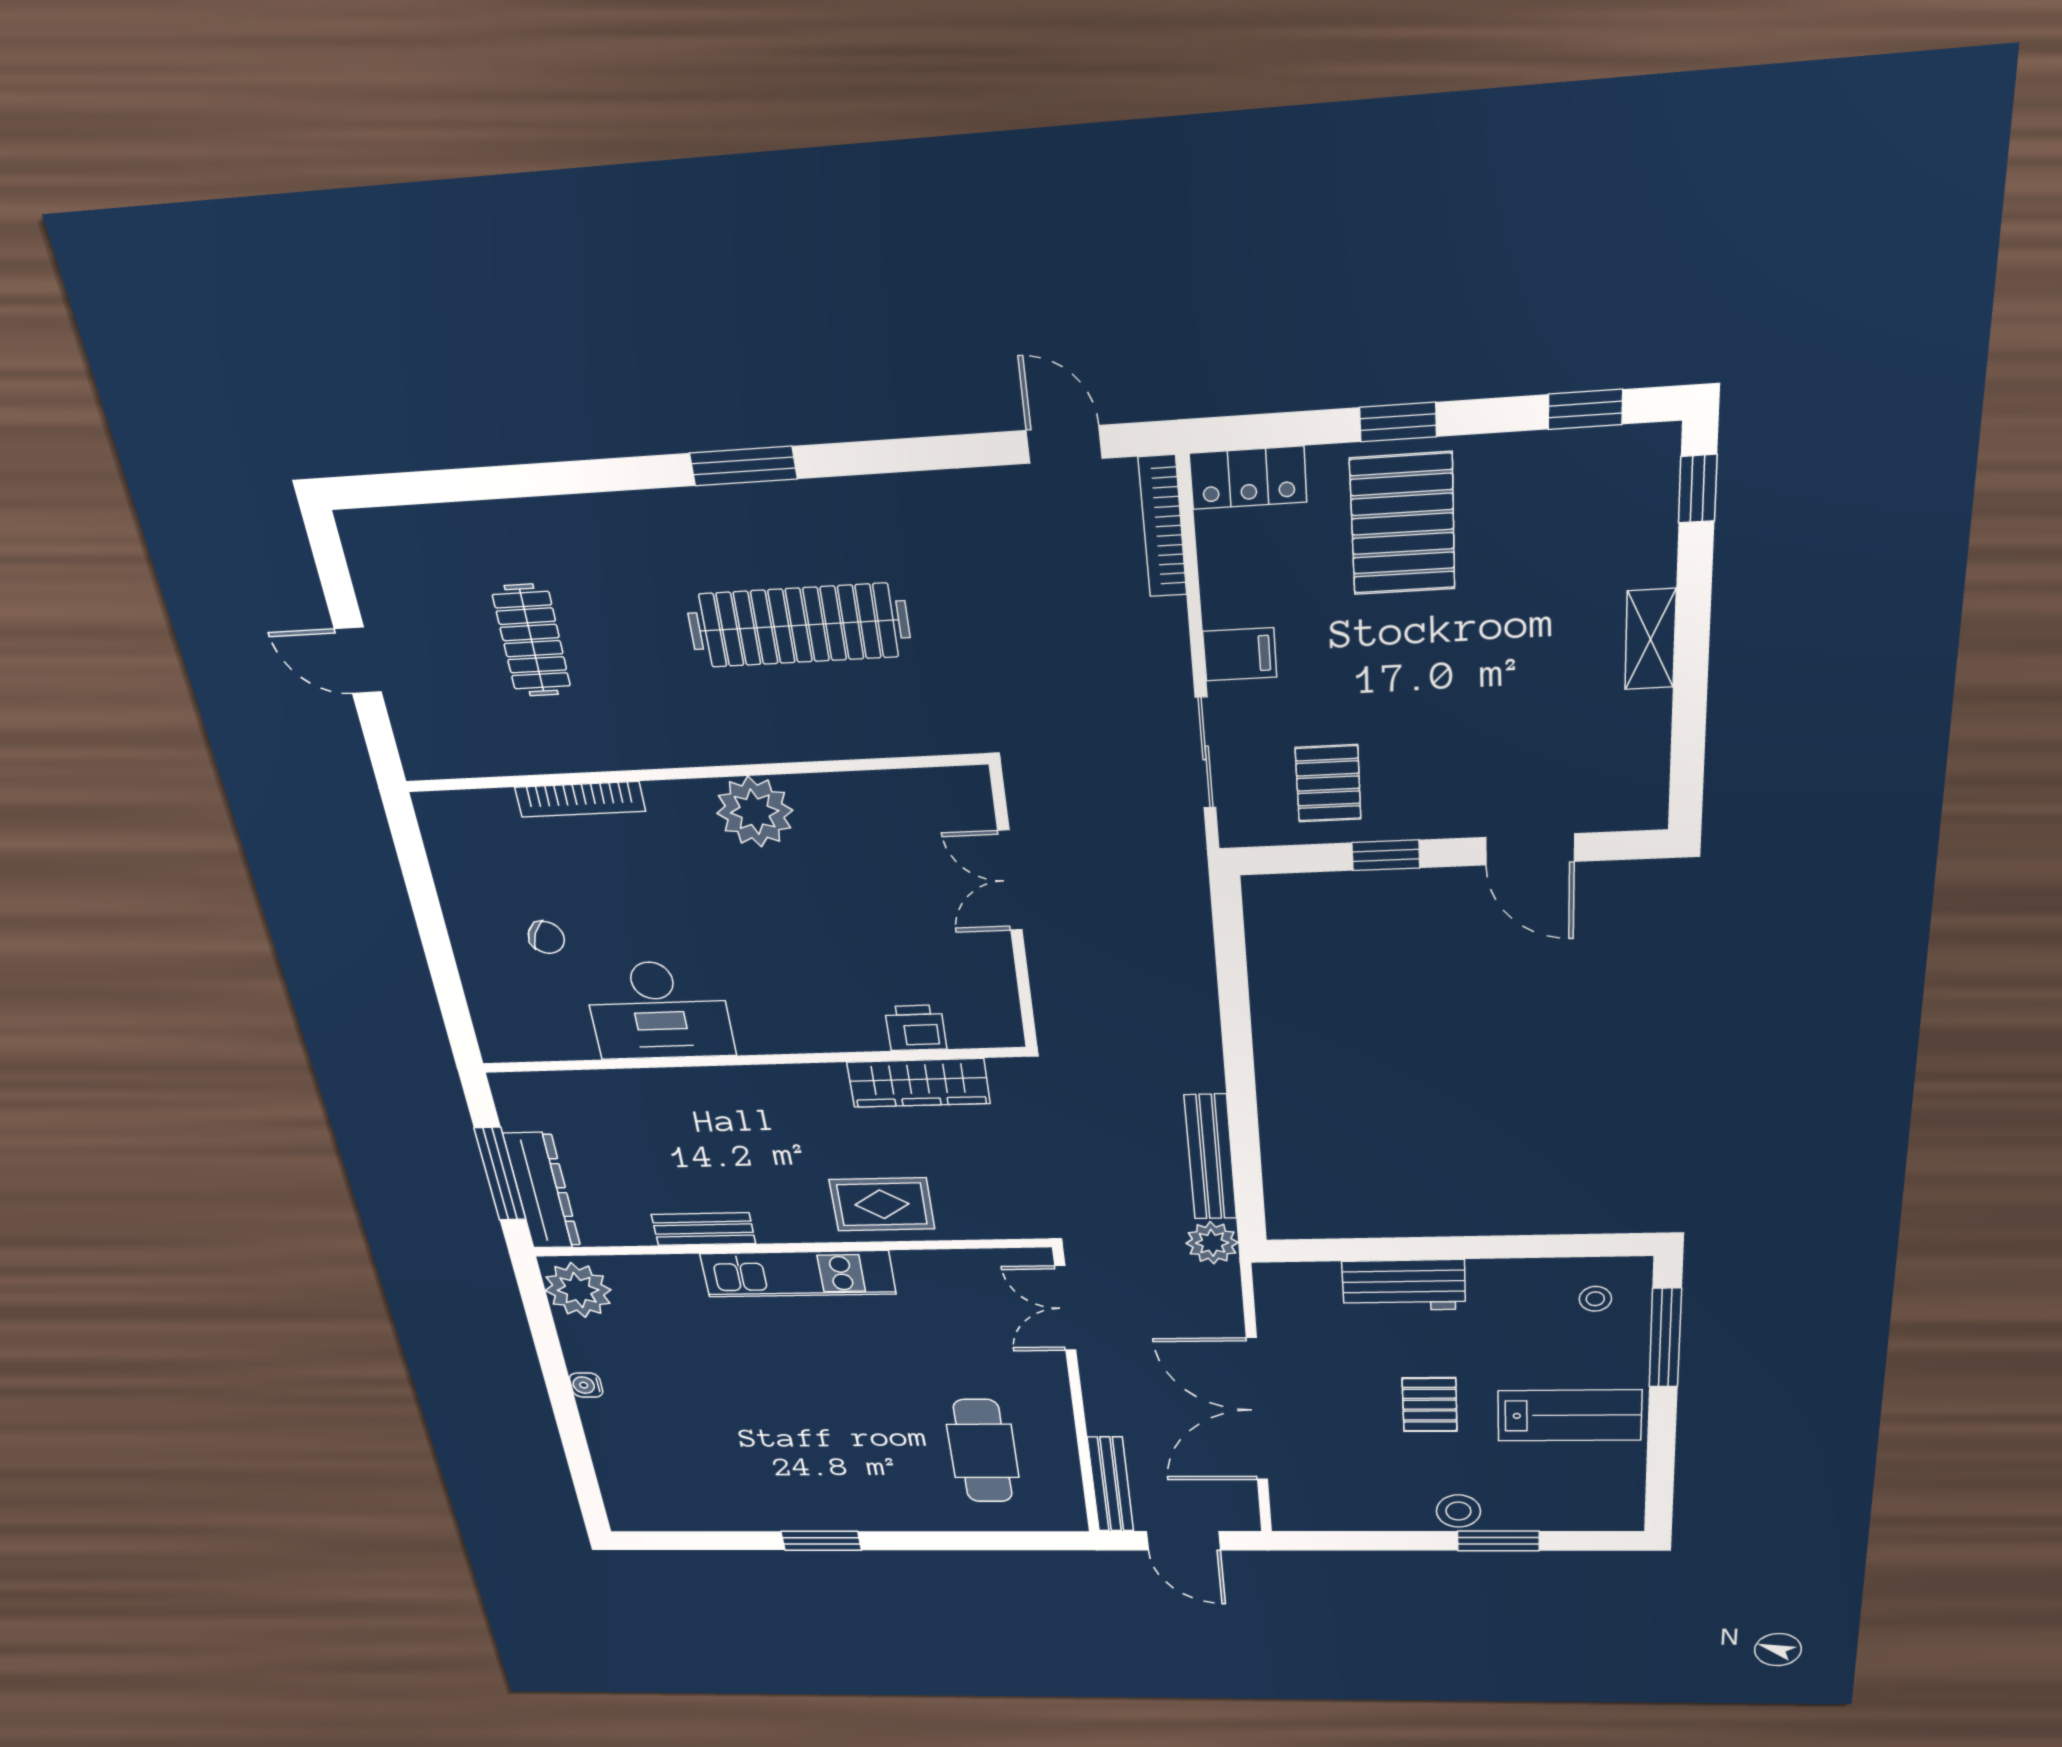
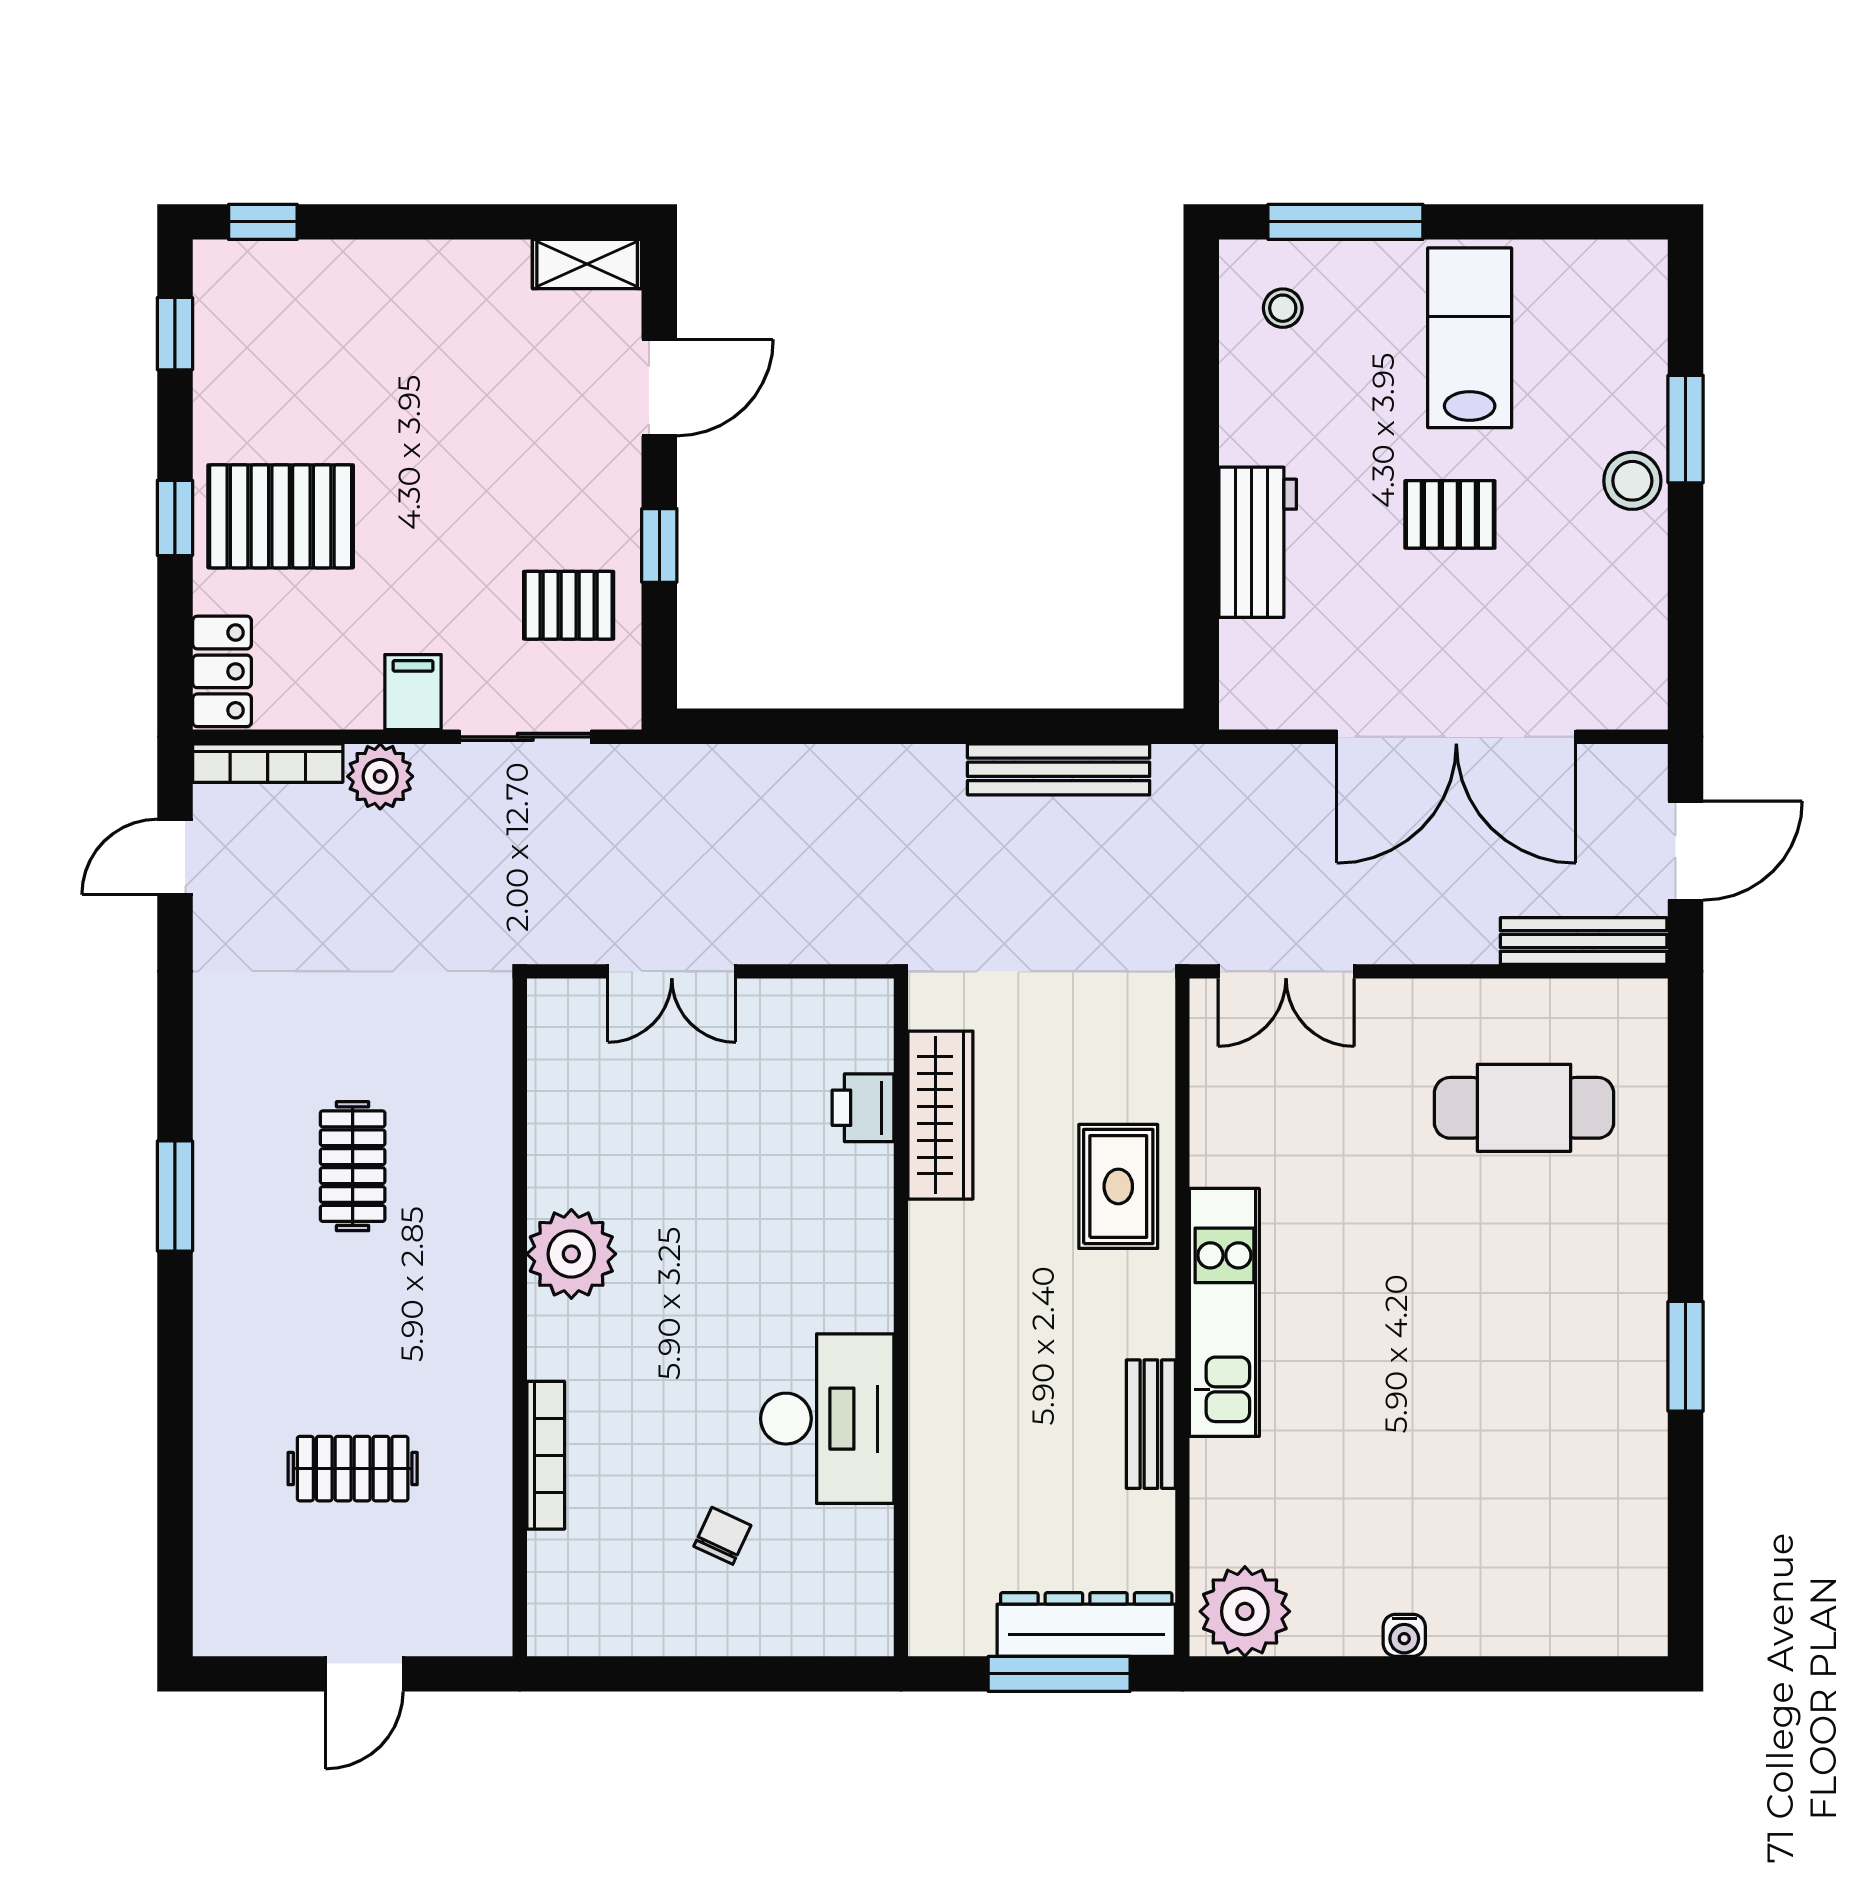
clothes rail: (799, 625) -> (353, 1166), width x0.54, depth x0.76
shelving: (1650, 639) -> (587, 264), moved
plant: (1212, 1243) -> (380, 776), moved

